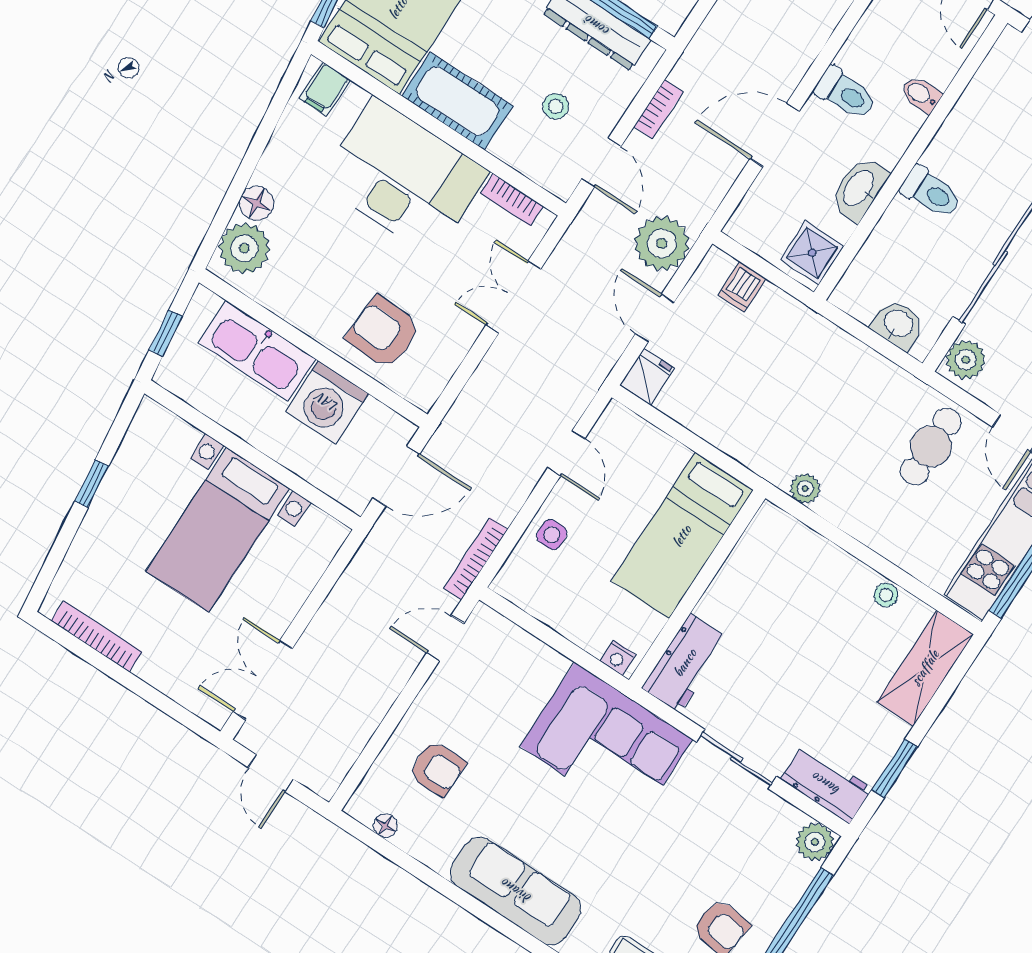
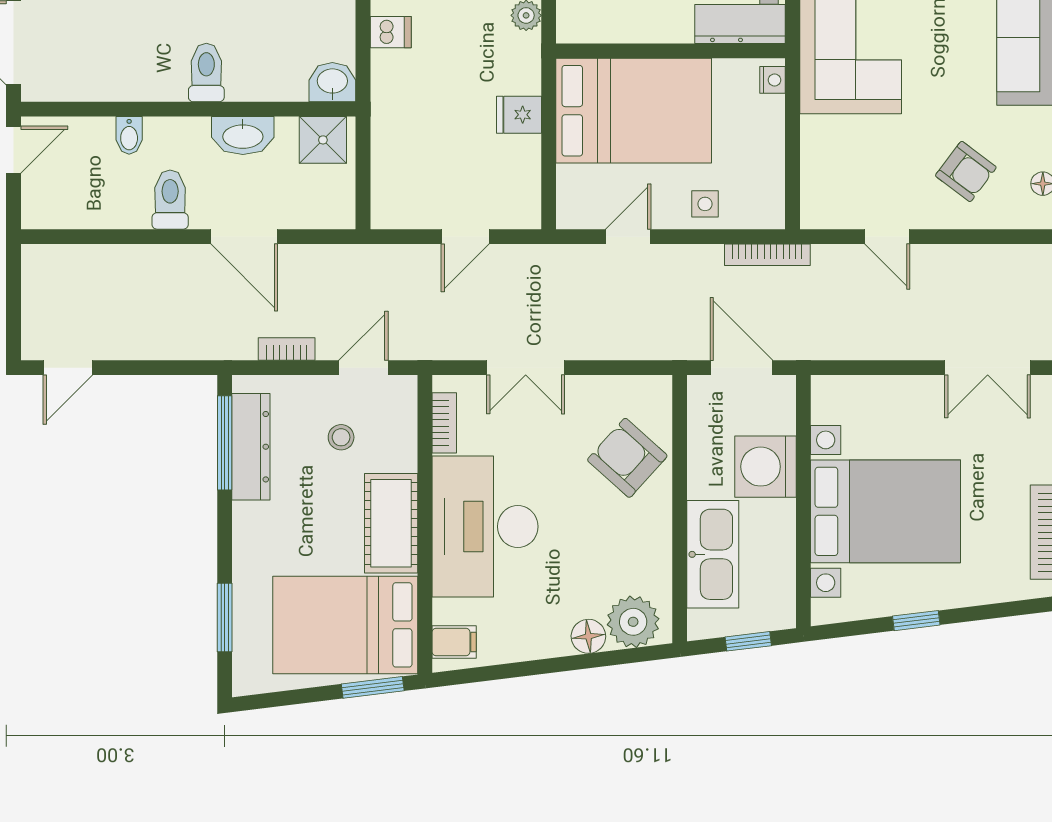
plant: (662, 243) -> (398, 272), removed
dishwasher: (742, 287) -> (391, 32), moved
washbasin: (898, 324) -> (332, 82), moved, turned 90
armchair: (383, 332) -> (627, 458), turned 129
fridge: (647, 377) -> (519, 115), moved
washing machine: (327, 402) -> (766, 467), moved, turned 180
bed with nightstands: (218, 530) -> (885, 511), width x1.36
bed: (682, 536) -> (634, 111), width x1.50
door: (445, 638) -> (887, 237), moved
armchair: (437, 768) -> (966, 171), turned 127

